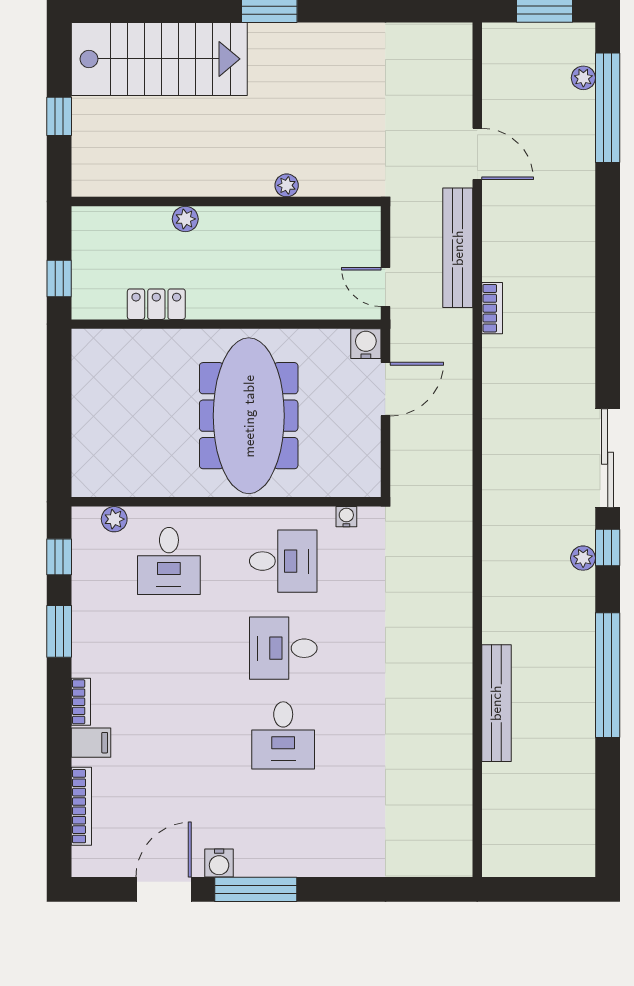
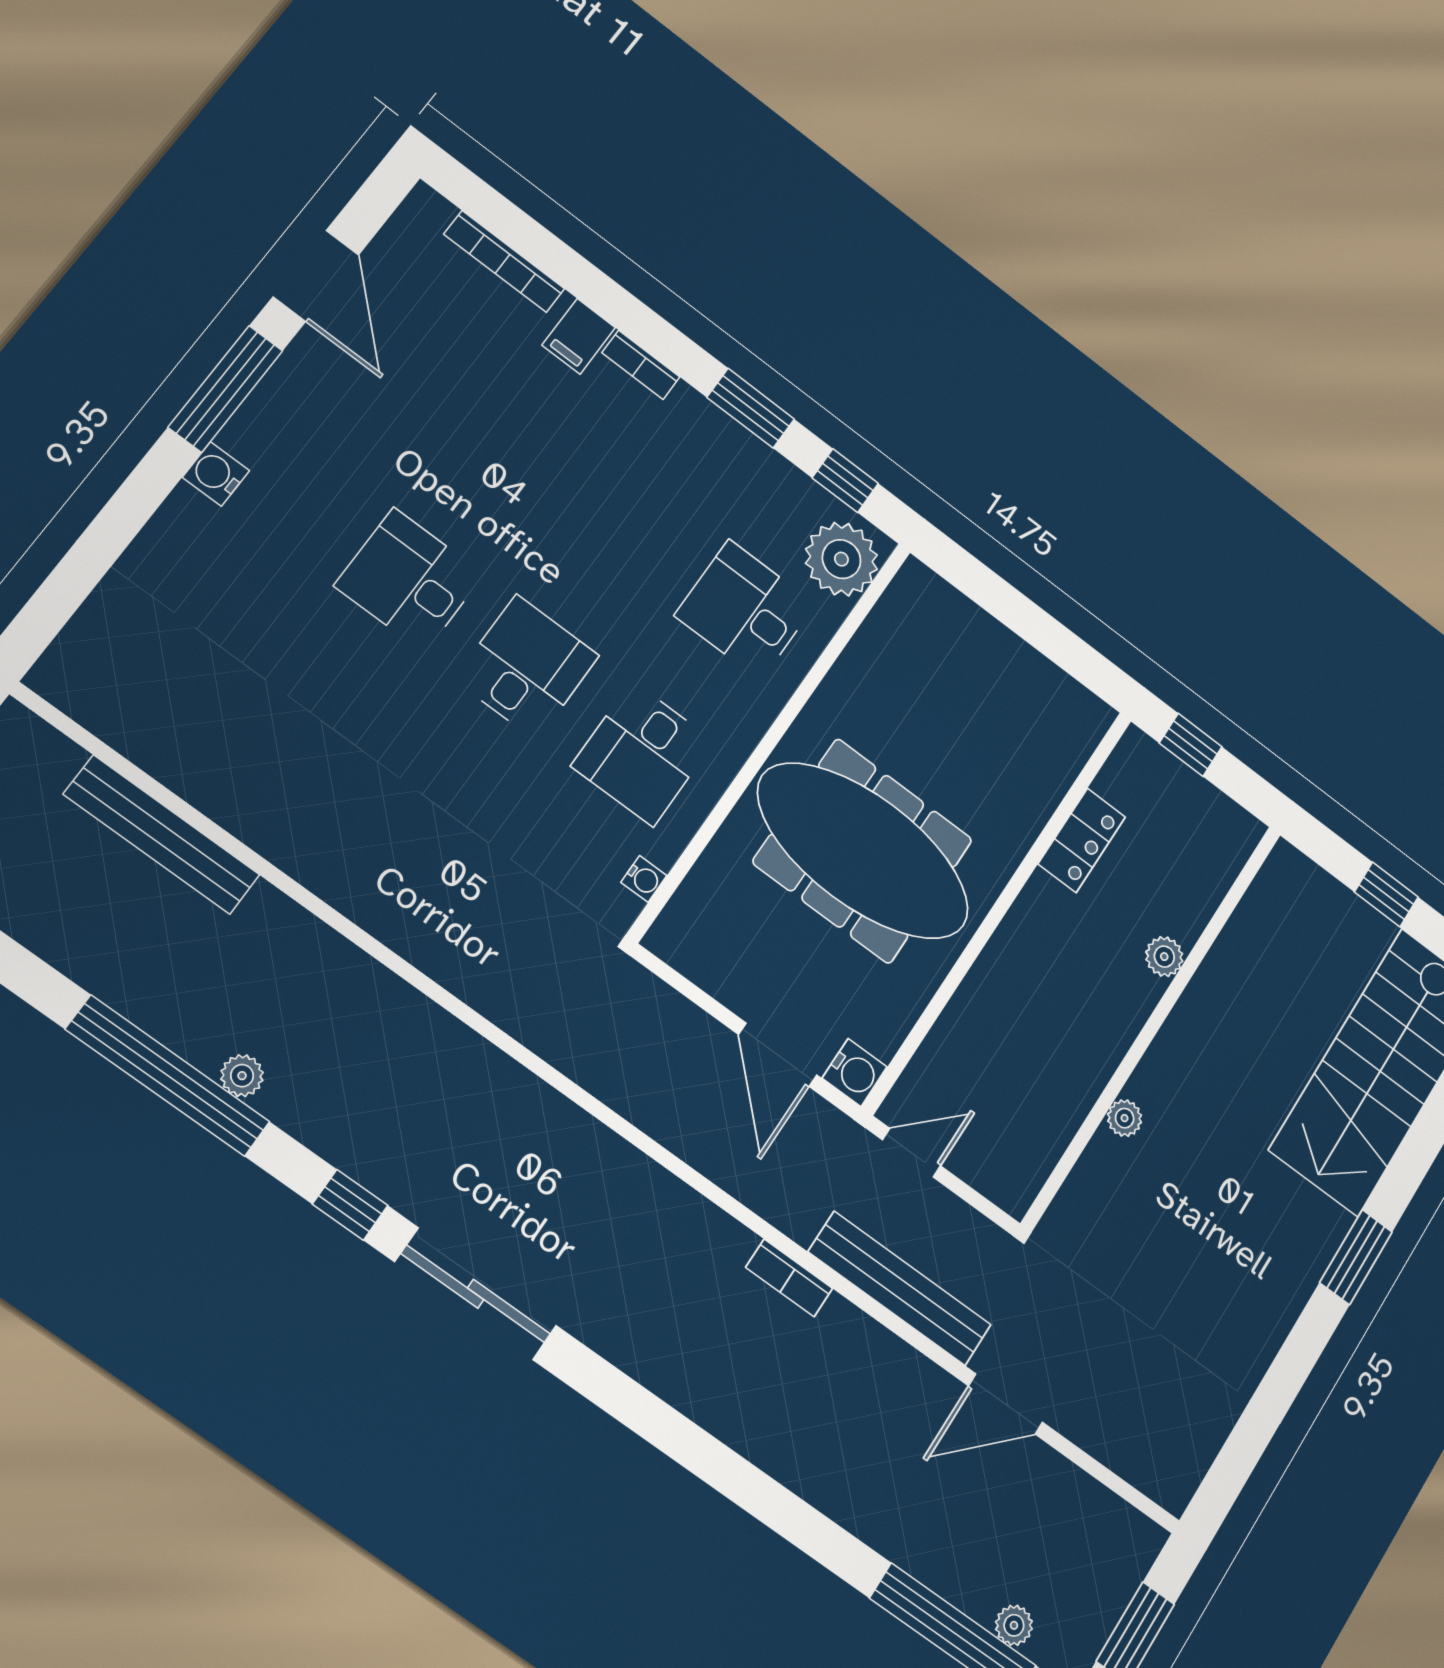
plant: (114, 519) -> (841, 559), width x1.87, depth x1.87
plant: (583, 558) -> (242, 1076), moved
bench: (496, 703) -> (162, 835), moved
water cooler: (219, 863) -> (216, 474), moved

